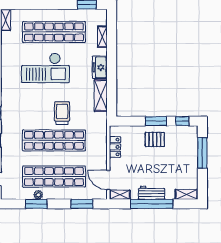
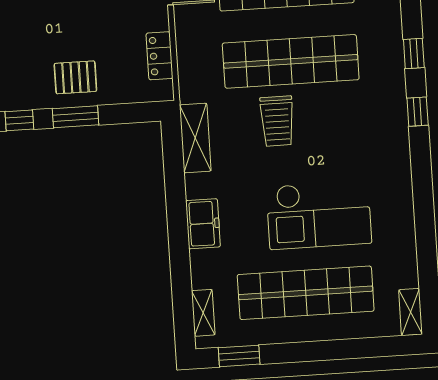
shelving: (102, 37) -> (203, 313), moved
checkout: (45, 68) -> (319, 215), turned 180
shelving: (101, 96) -> (195, 138), moved

